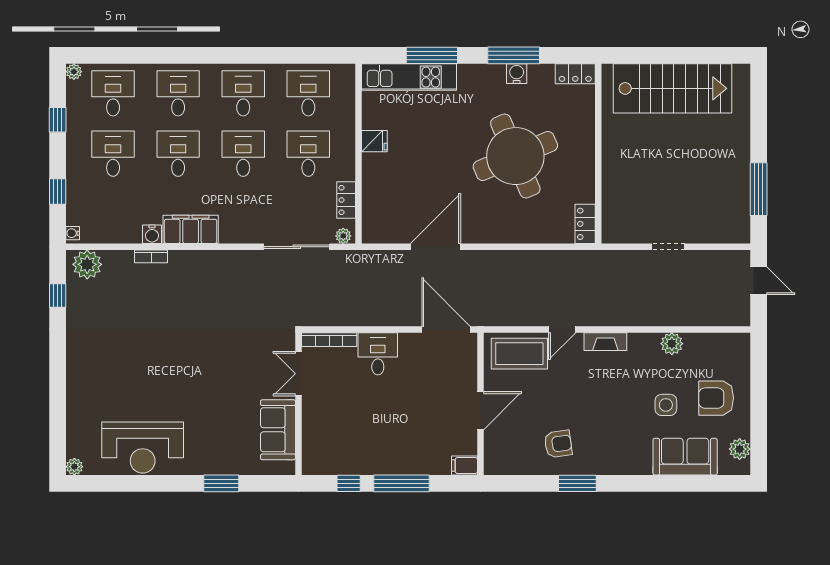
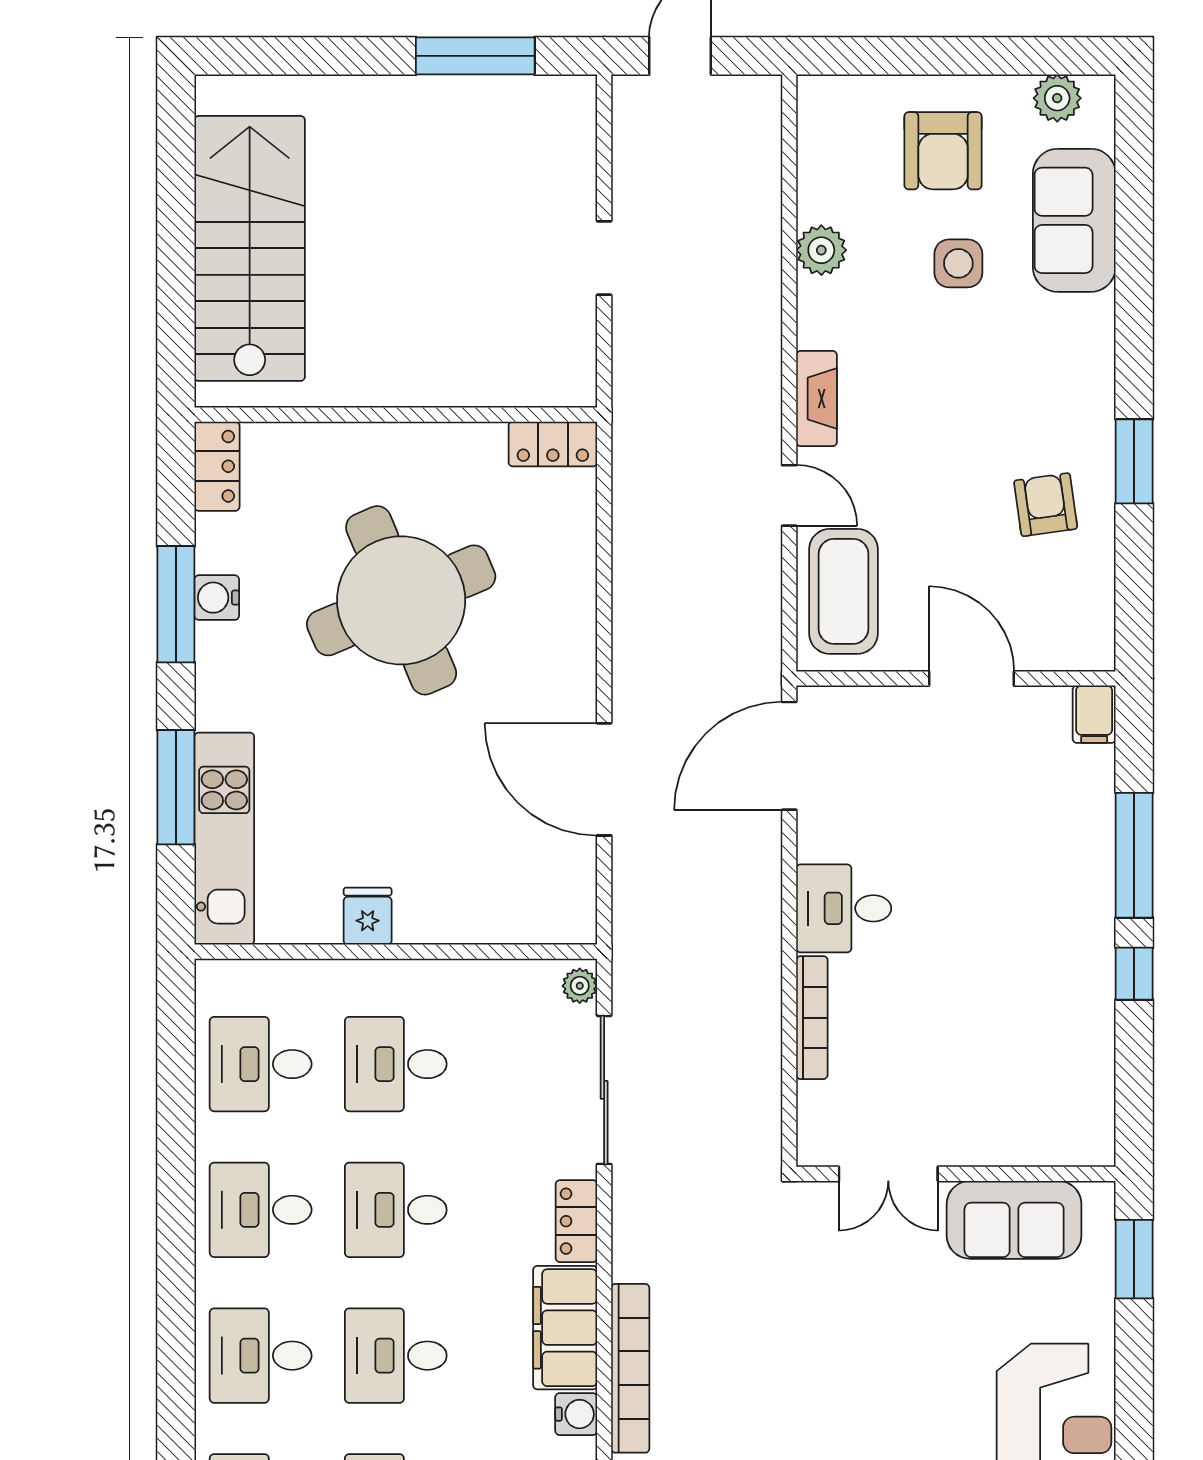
locker: (346, 200) -> (576, 1221), moved, turned 90
bookcase: (151, 256) -> (630, 1368), width x2.31, depth x1.31
double door: (299, 374) -> (888, 1174), moved
wall: (299, 404) -> (956, 1174), moved
sofa: (278, 430) -> (1014, 1220), moved

